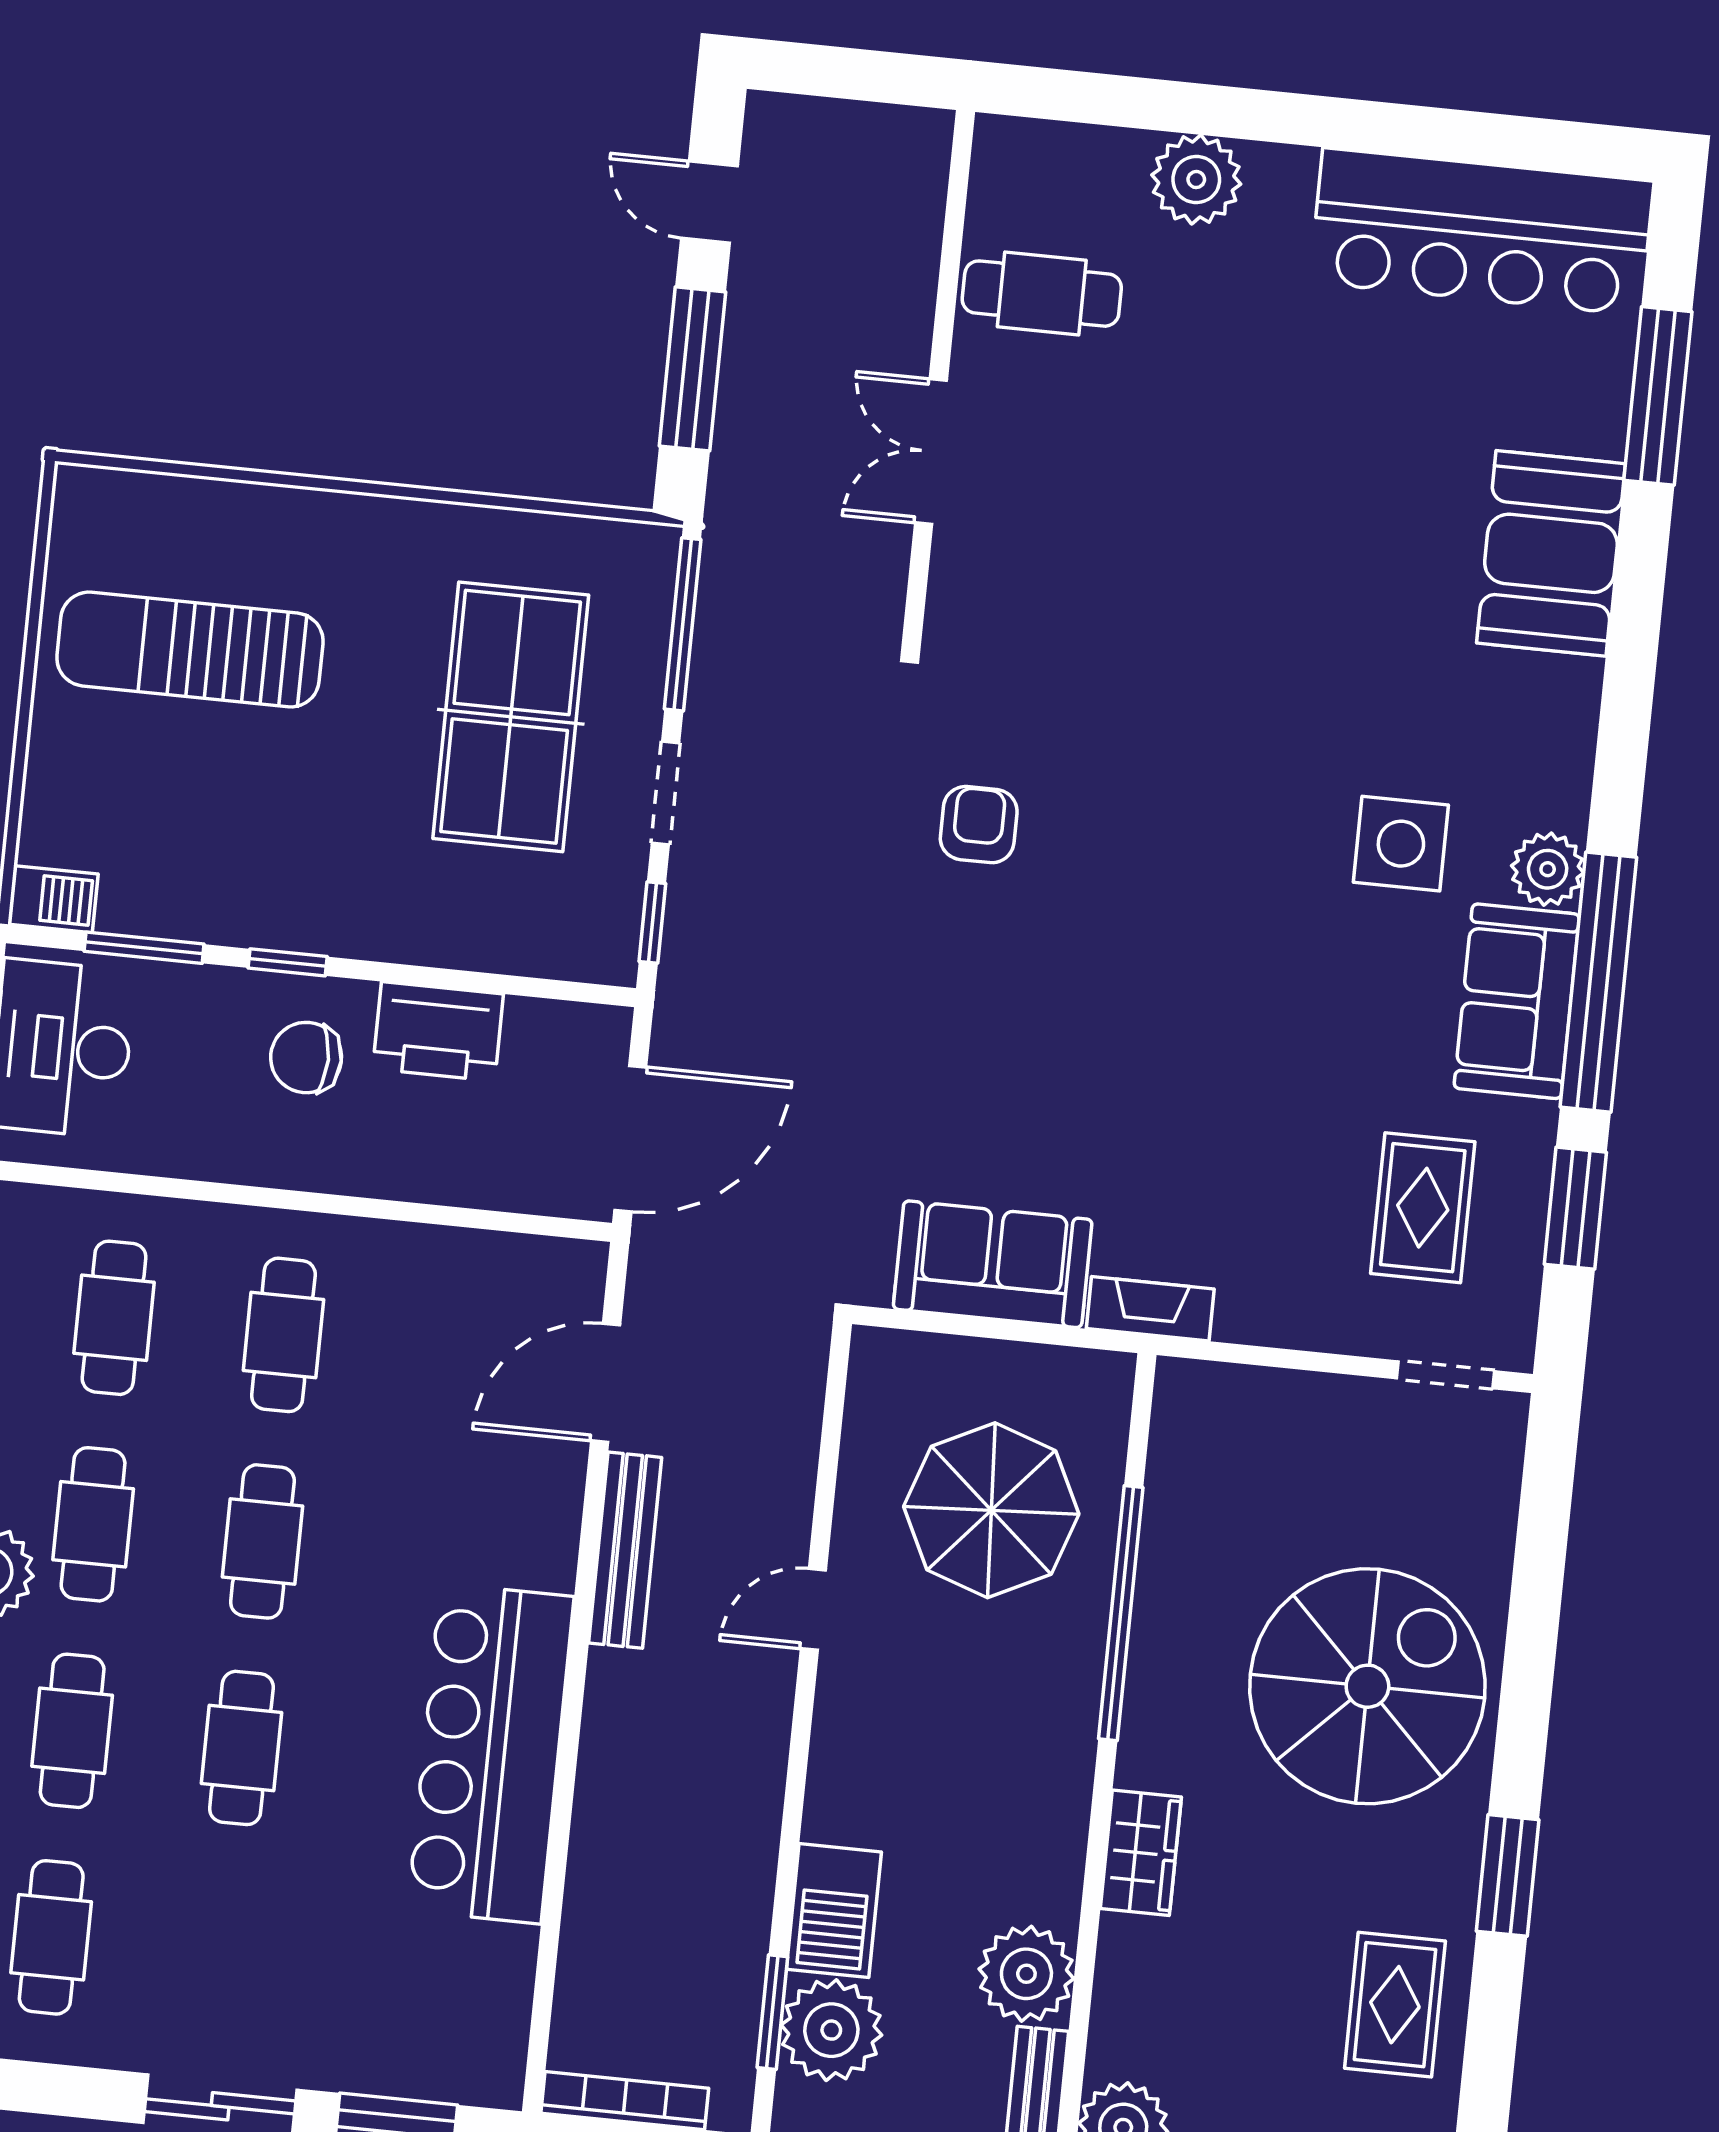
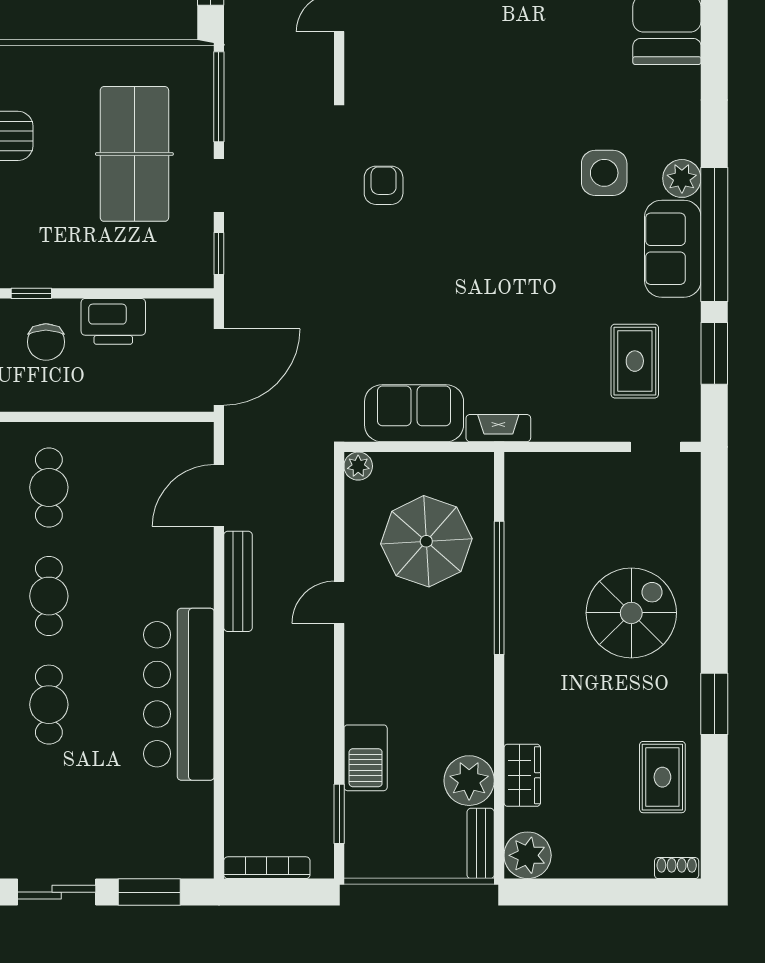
chair: (306, 1058) -> (46, 342), turned -90
spiral stairs: (1367, 1686) -> (631, 613), width x0.73, depth x0.73
wardrobe: (1141, 1853) -> (522, 775), moved
plant: (831, 2030) -> (358, 466), moved, width x0.53, depth x0.53

